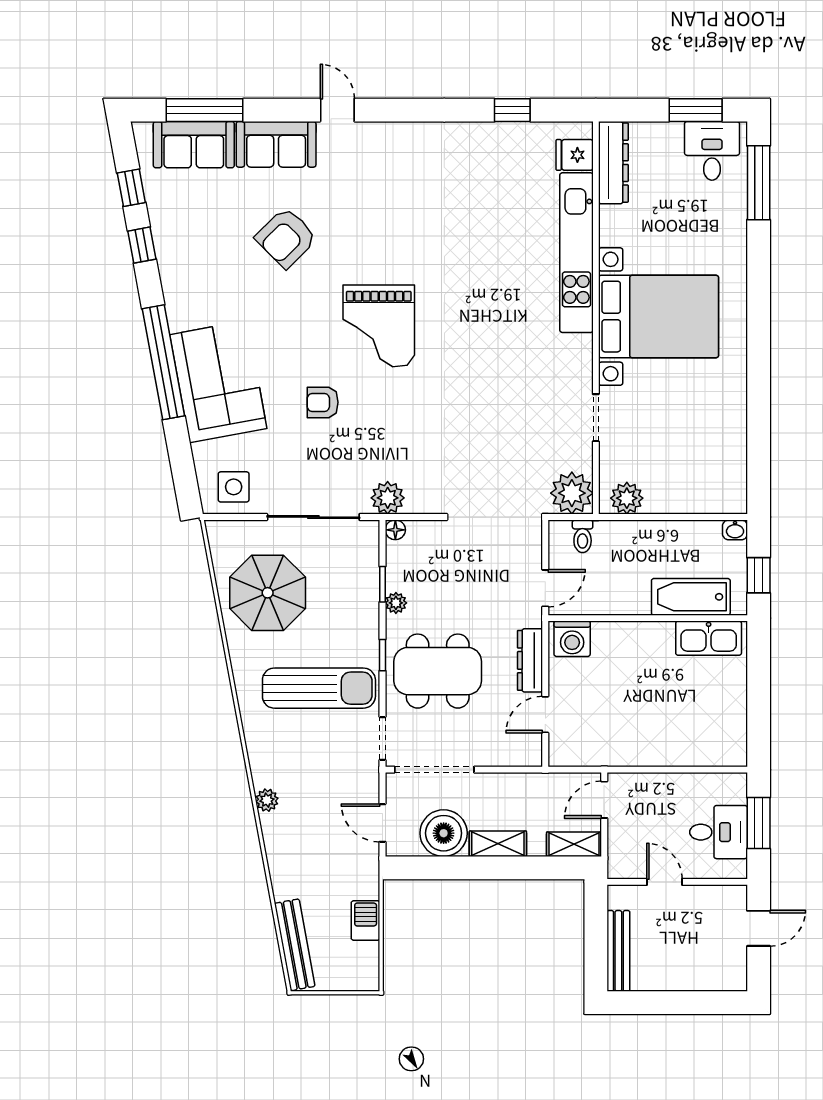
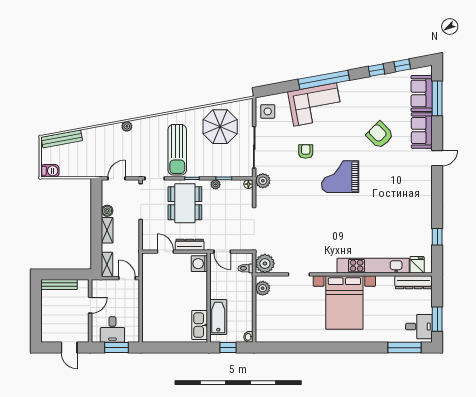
boiler: (444, 833) -> (107, 211), width x0.54, depth x0.54
barbecue: (366, 920) -> (50, 171), moved

